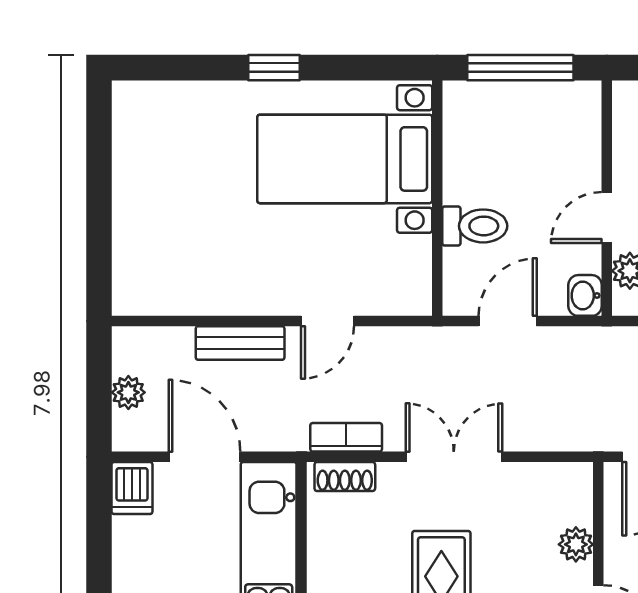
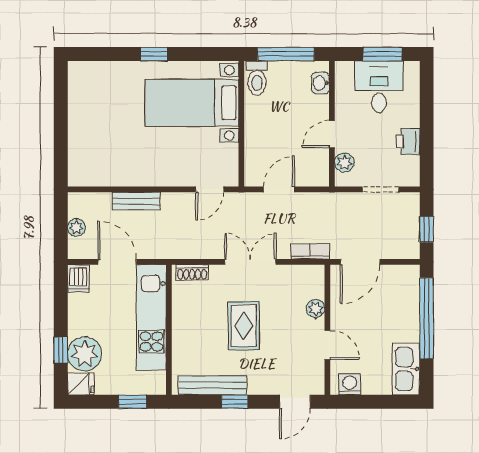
toilet: (475, 226) -> (257, 78), moved, turned 90
washbasin: (585, 295) -> (320, 83), moved
door: (327, 321) -> (210, 189), moved
bookcase: (346, 437) -> (310, 251), moved

